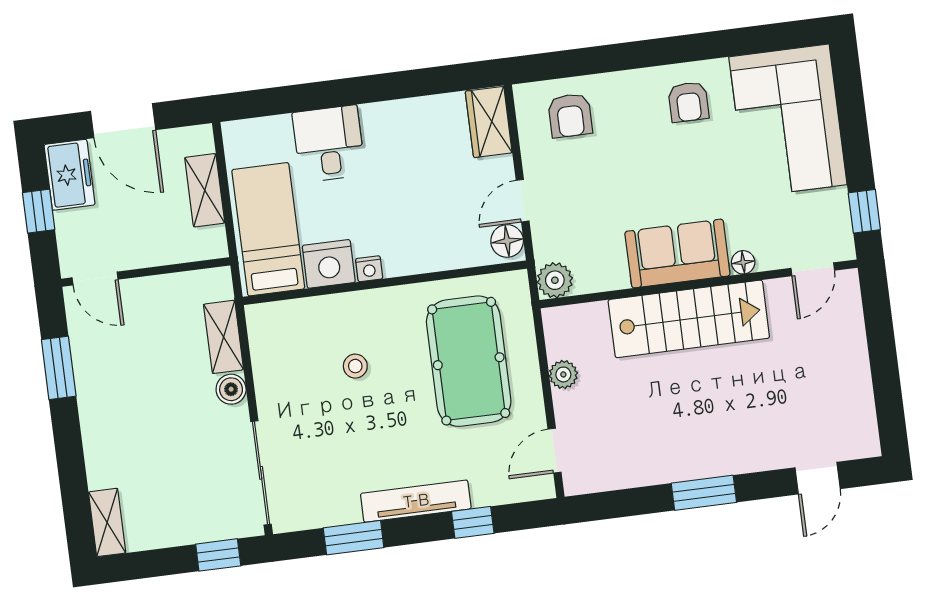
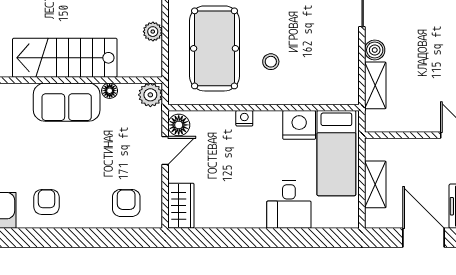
floor lamp: (743, 262) -> (110, 91), moved
nightstand: (369, 269) -> (244, 118), moved
stool: (355, 366) -> (271, 62), moved

